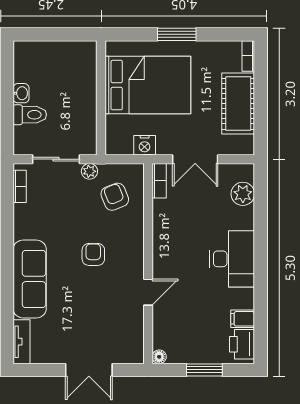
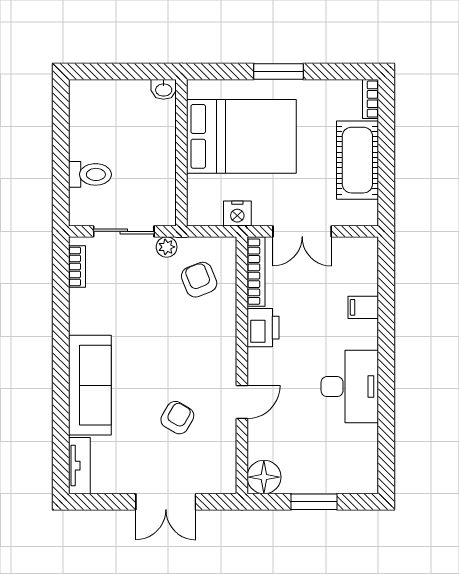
washbasin: (21, 93) -> (164, 89), moved, turned 90
bookcase: (159, 181) -> (256, 272), width x1.56
plant: (243, 194) -> (363, 276), removed
armchair: (93, 254) -> (177, 418), moved, turned 30
desk: (232, 259) -> (350, 387), moved
filing cabinet: (243, 319) -> (363, 307), moved
printer: (242, 344) -> (263, 328), moved, turned 180
floor lamp: (159, 357) -> (264, 477), width x1.89, depth x1.89

